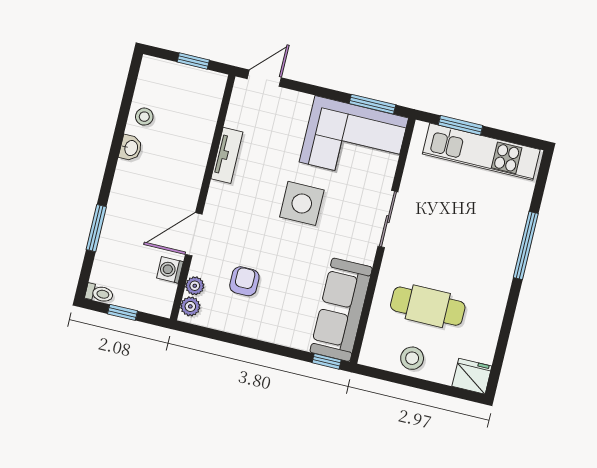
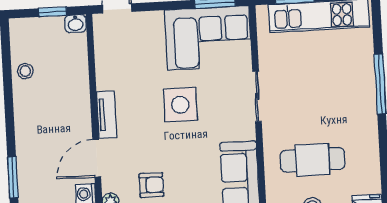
washbasin: (131, 148) -> (75, 24), moved, turned 90
tv unit: (227, 155) -> (107, 115), moved
armchair: (244, 281) -> (151, 185), turned 90

